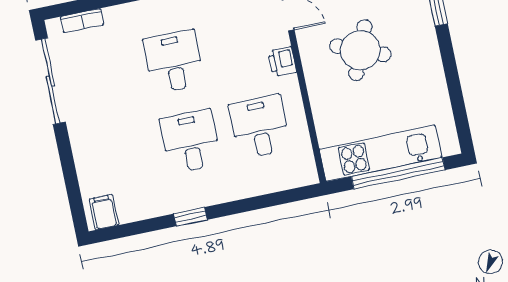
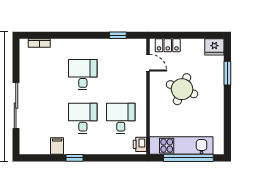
printer: (282, 62) -> (140, 144), moved
sliding door: (50, 81) -> (16, 106), moved
filing cabinet: (104, 212) -> (57, 146), moved

